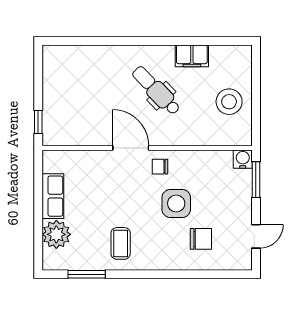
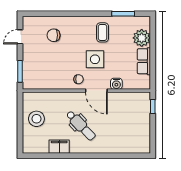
water cooler: (243, 159) -> (116, 84), moved
side table: (176, 203) -> (95, 59), moved

